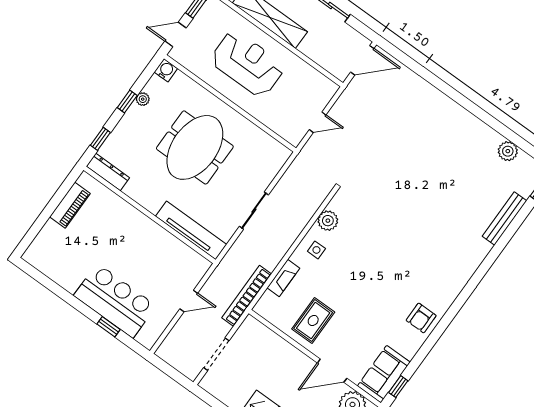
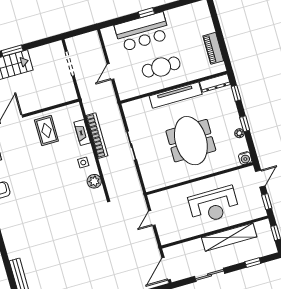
tv unit: (191, 230) -> (176, 95), moved
cafe table: (138, 247) -> (161, 67), added
bookcase: (247, 296) -> (97, 136), moved
window: (109, 327) -> (146, 13), moved

